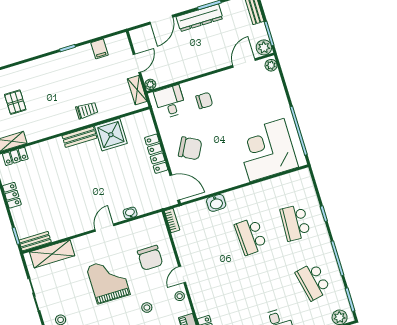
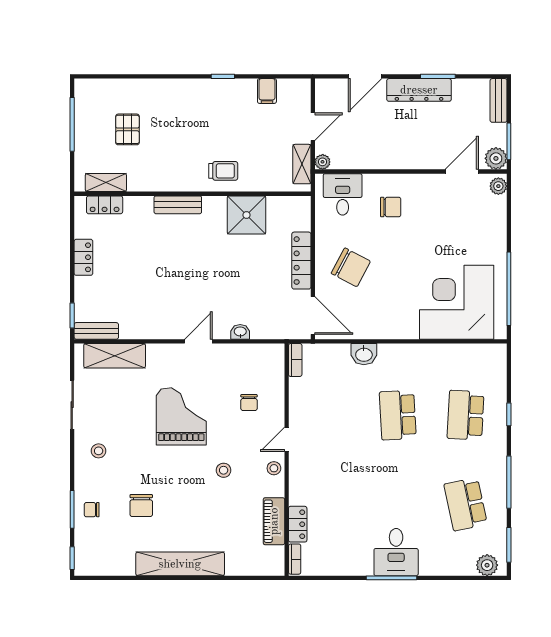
bench: (79, 137) -> (178, 205), moved
chair: (150, 258) -> (249, 403), width x0.54, depth x0.54

